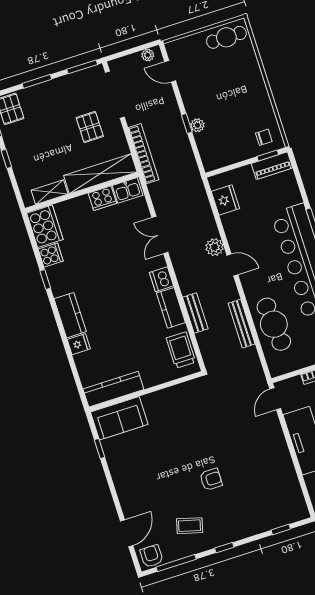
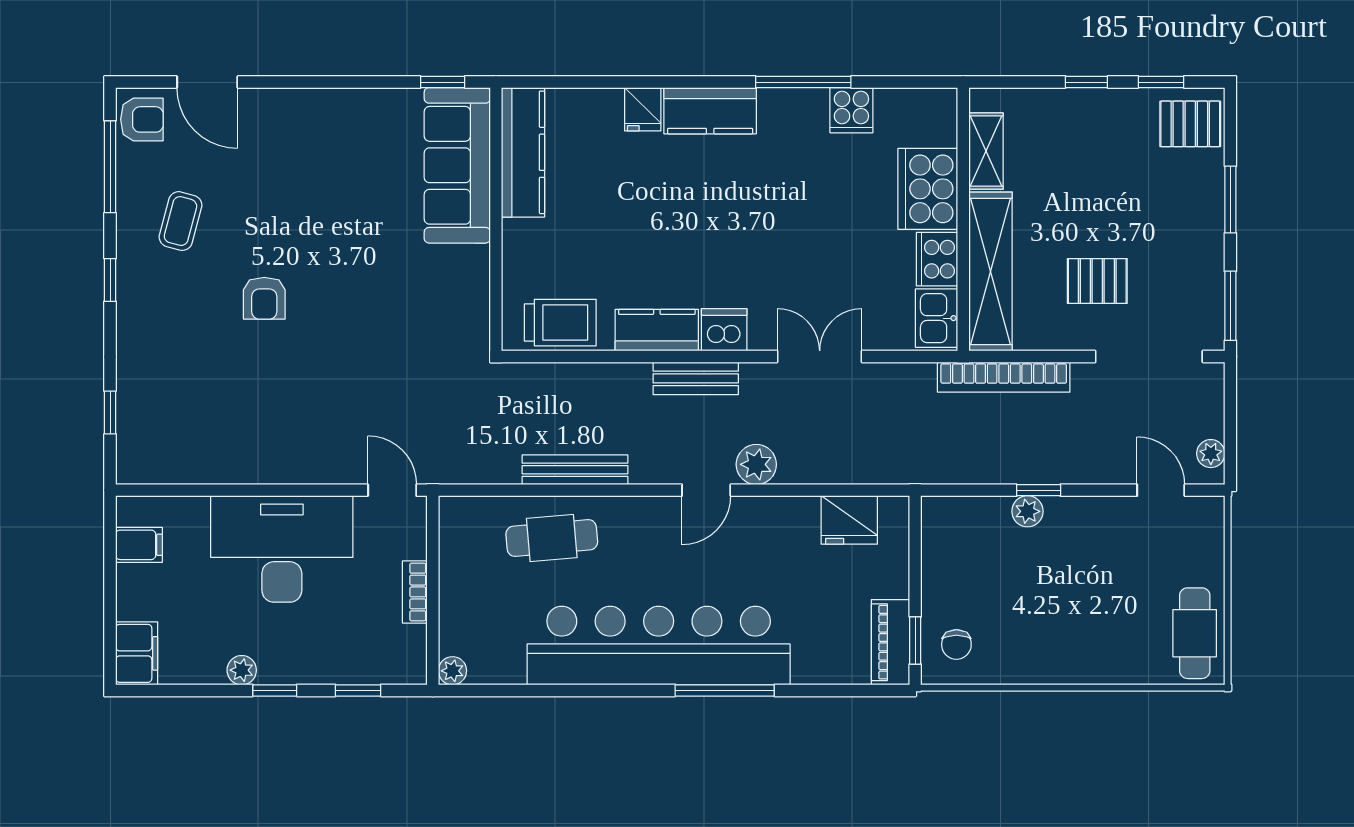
door: (170, 71) -> (1161, 490), hinge flipped
cooker: (45, 226) -> (928, 189), moved, turned 90
window: (45, 279) -> (803, 82), width x2.17
bench: (195, 313) -> (696, 378), moved
cafe table: (274, 324) -> (552, 538), width x0.73, depth x0.74
sofa: (119, 418) -> (457, 165), width x1.36
window: (100, 449) -> (443, 82), moved

